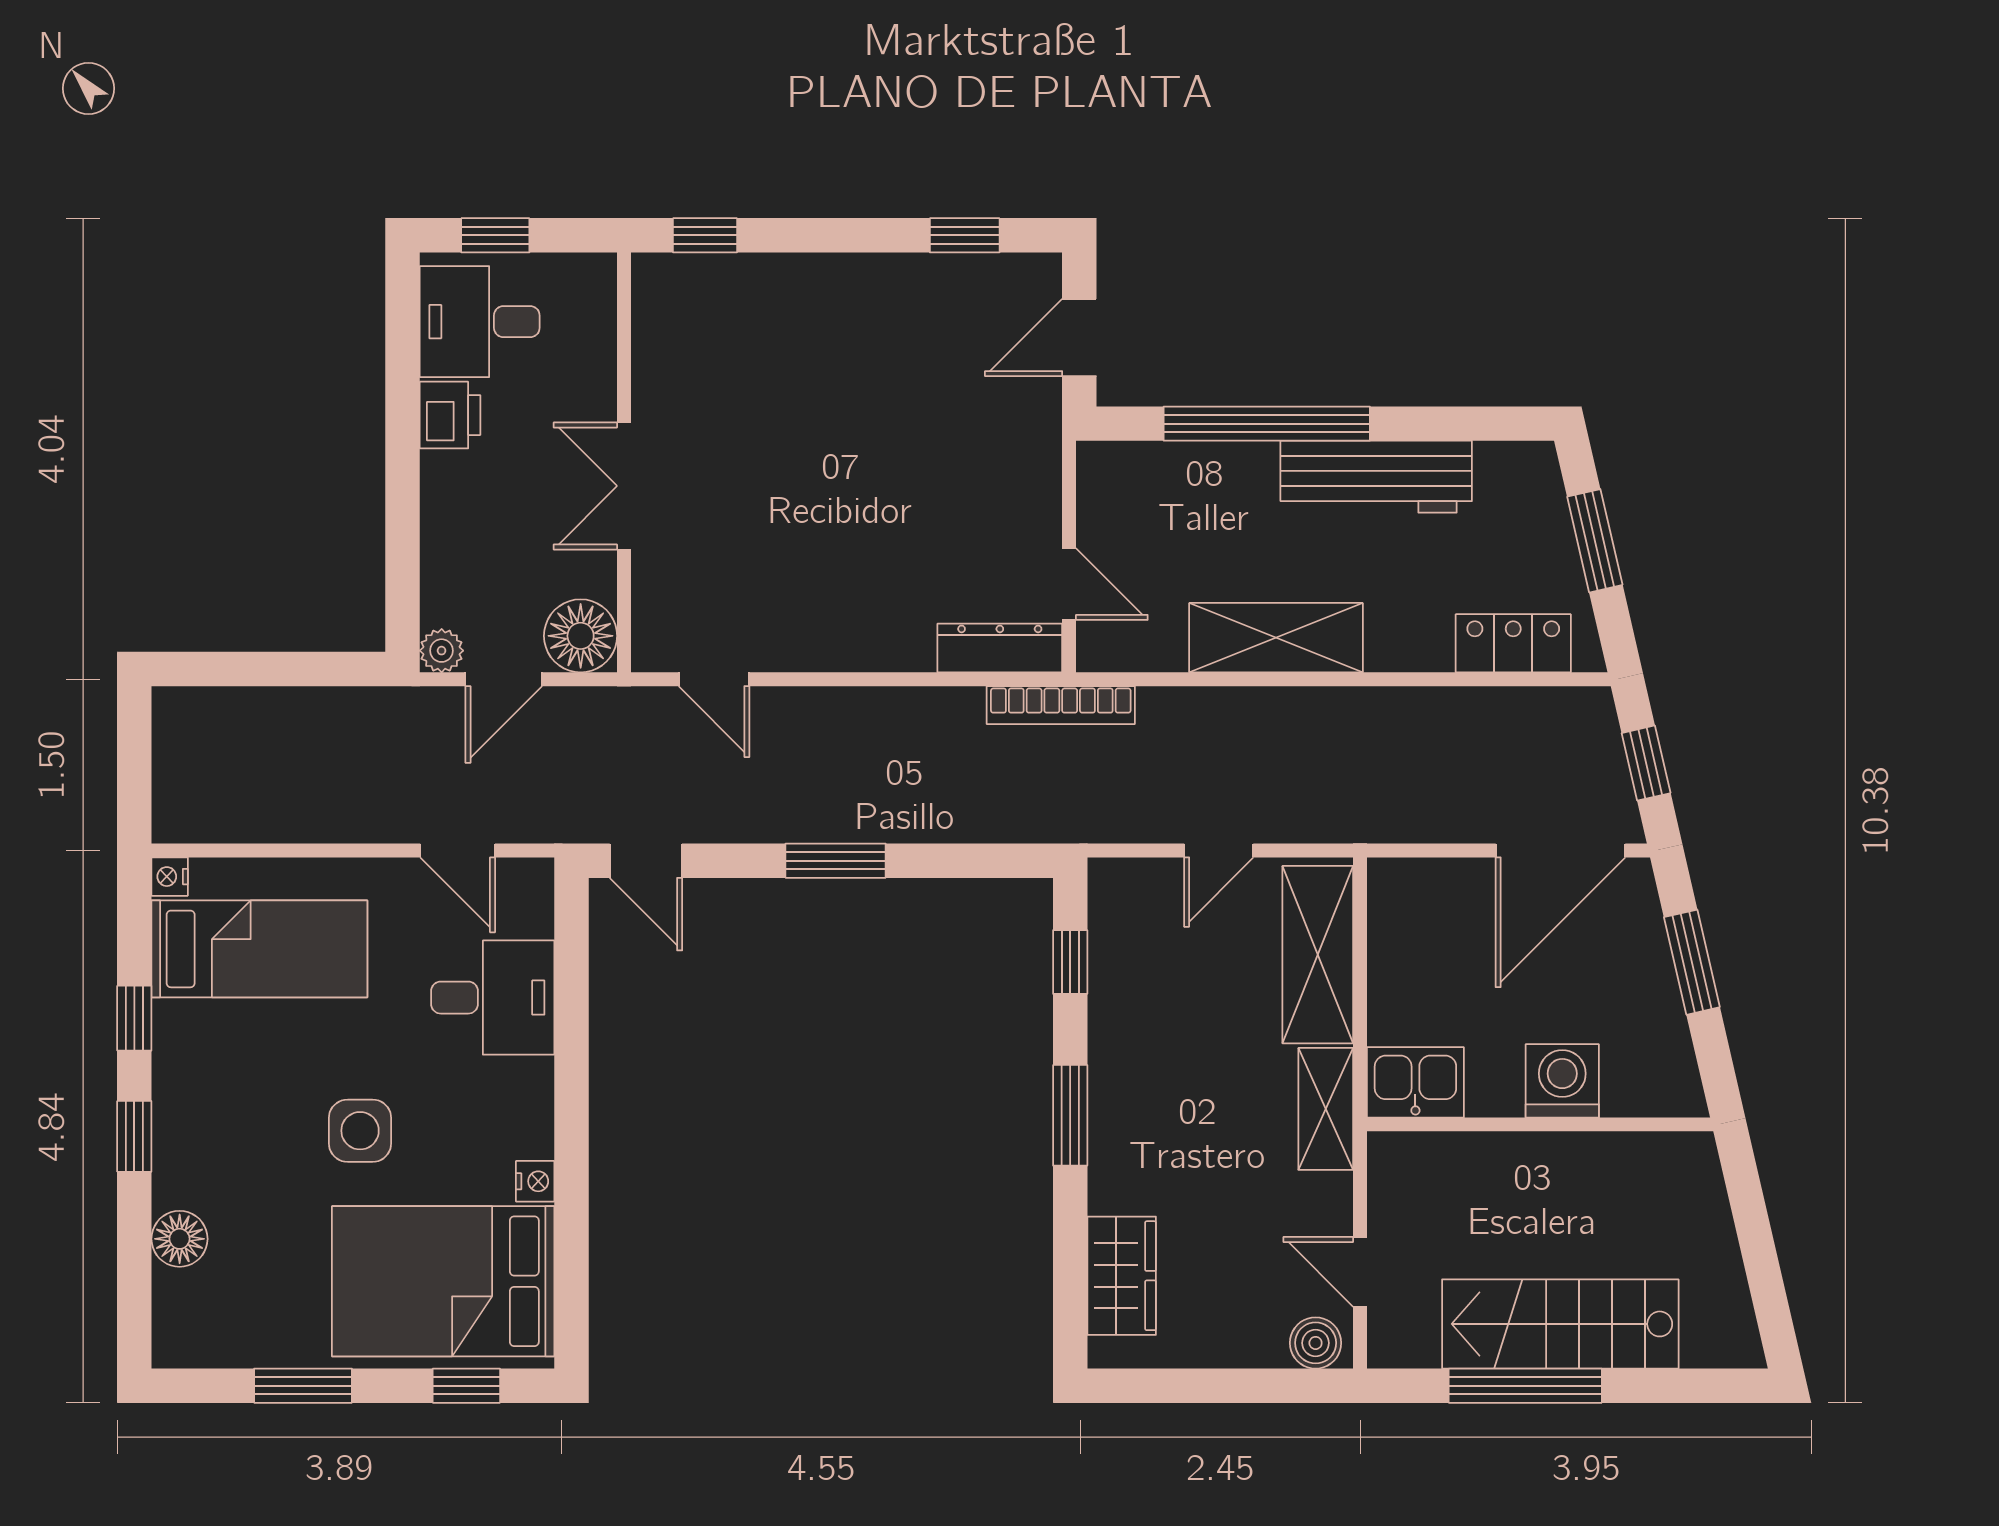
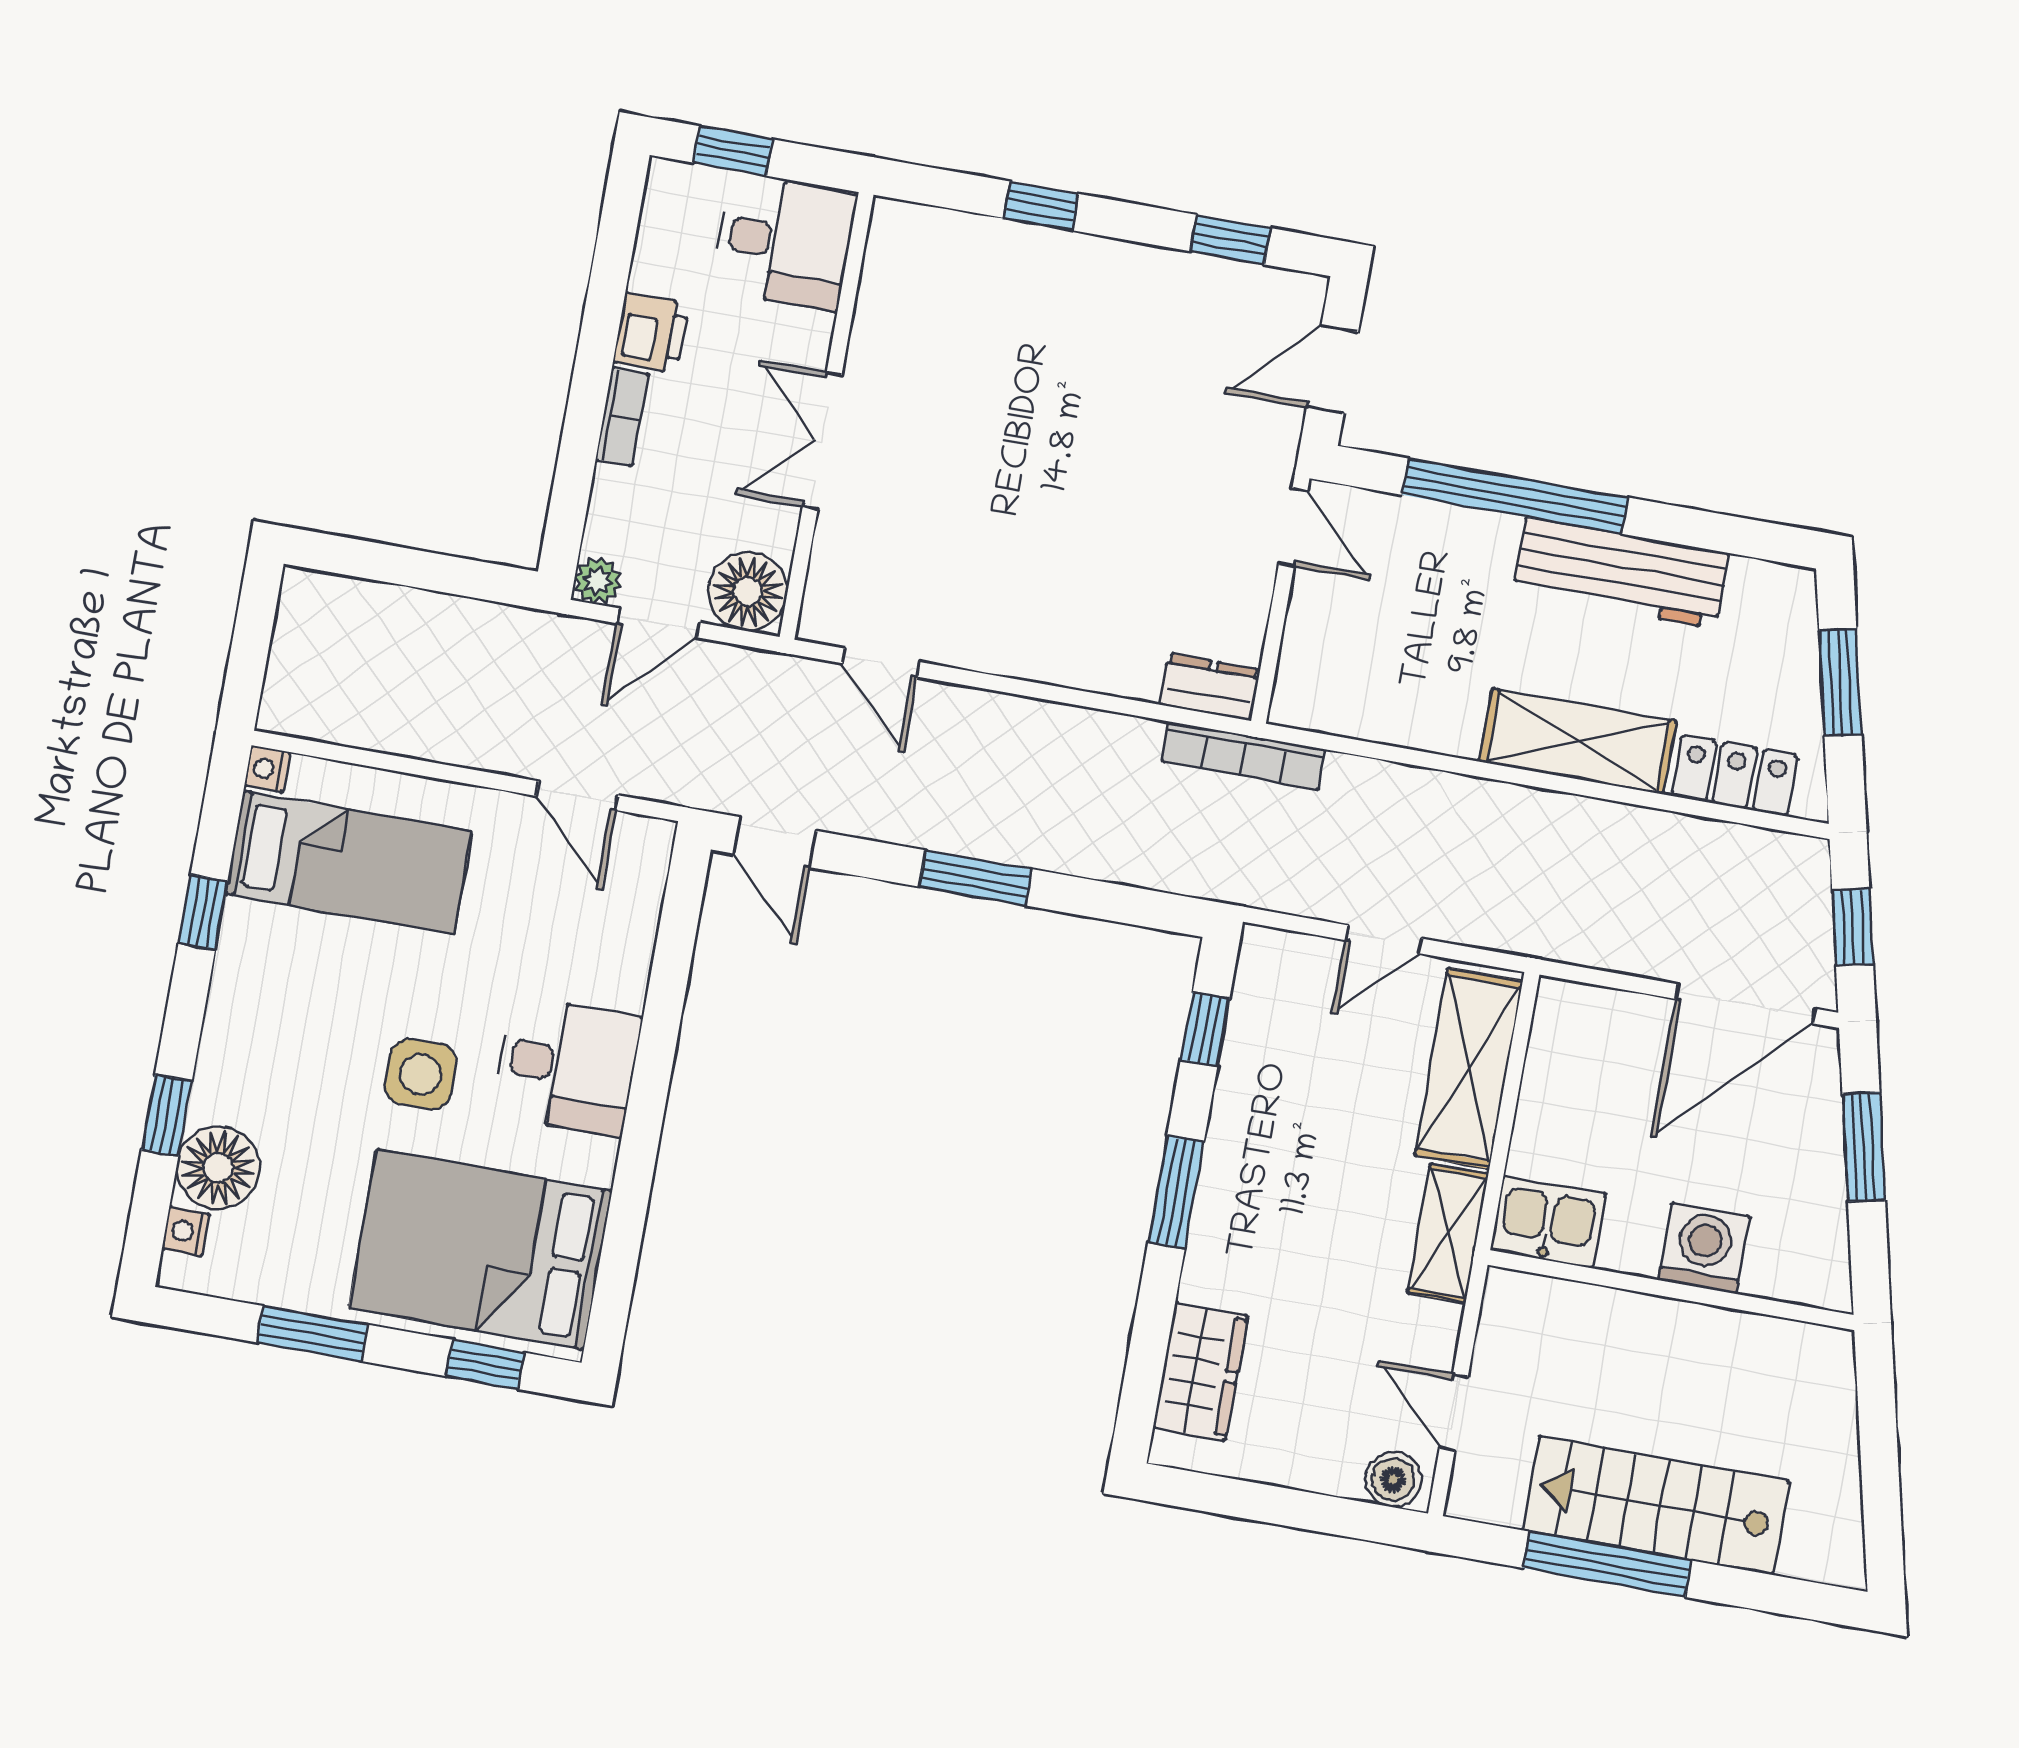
window: (705, 235) -> (1041, 206), moved
desk: (480, 322) -> (784, 242), moved, turned 180
bookcase: (437, 497) -> (622, 417), added
door: (1069, 584) -> (1293, 527), moved
shelving: (1276, 638) -> (1578, 741), moved
dresser: (1000, 648) -> (1210, 687), width x0.70
desk: (493, 998) -> (567, 1066), moved
window: (134, 1136) -> (167, 1115), moved
nightstand: (535, 1181) -> (186, 1231), moved, turned 180
floor lamp: (180, 1239) -> (218, 1168), width x1.38, depth x1.38

